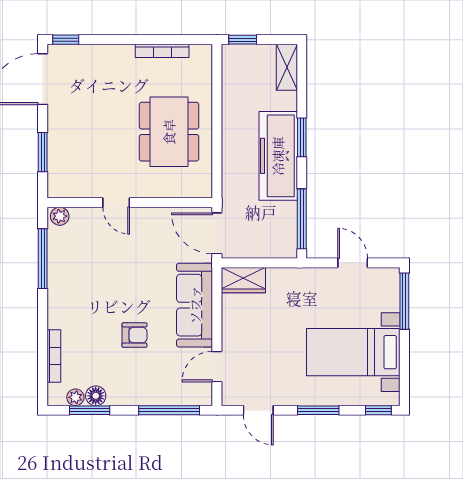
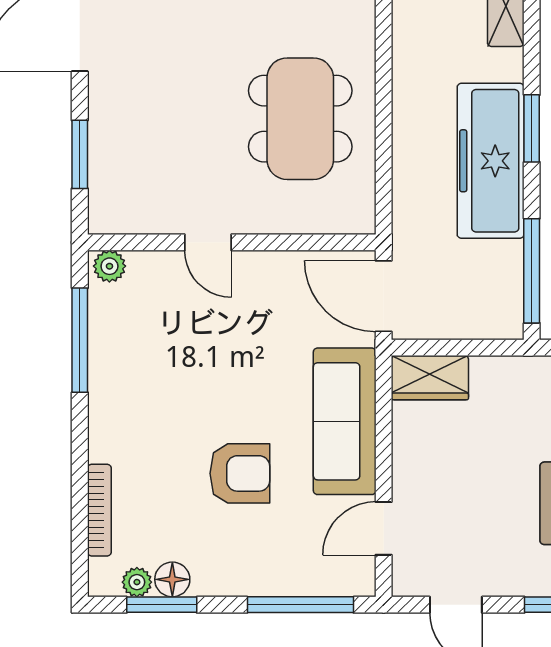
armchair: (134, 335) -> (240, 473), width x1.38, depth x1.38

